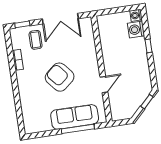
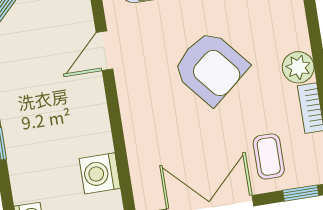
washing machine: (136, 29) -> (100, 173), moved, turned 180
plant: (23, 77) -> (298, 67), added

